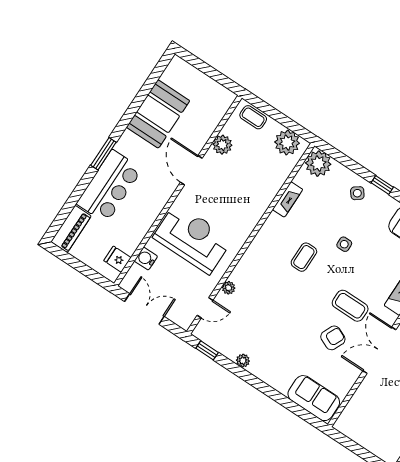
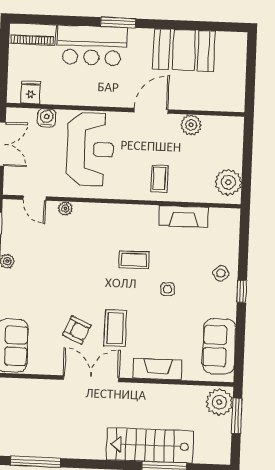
coffee table: (253, 117) -> (159, 179), moved
plant: (318, 164) -> (226, 222), removed
fireplace: (288, 199) -> (184, 216), width x1.37, depth x1.32

